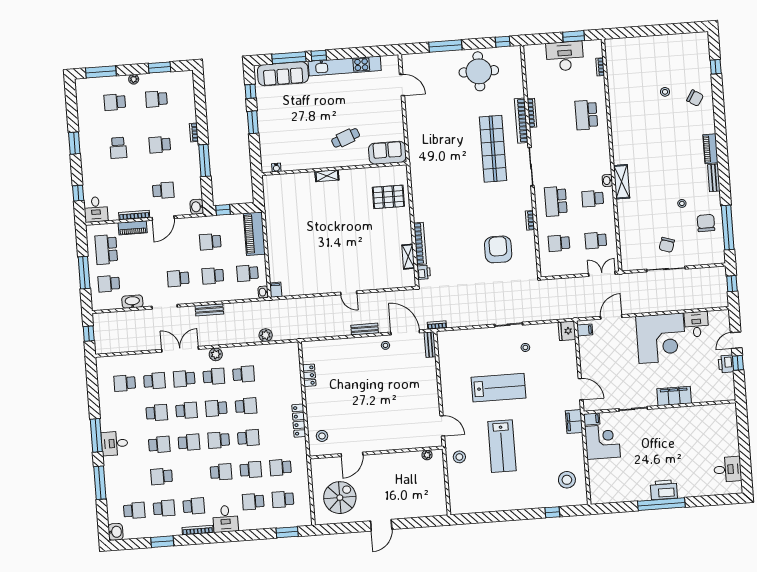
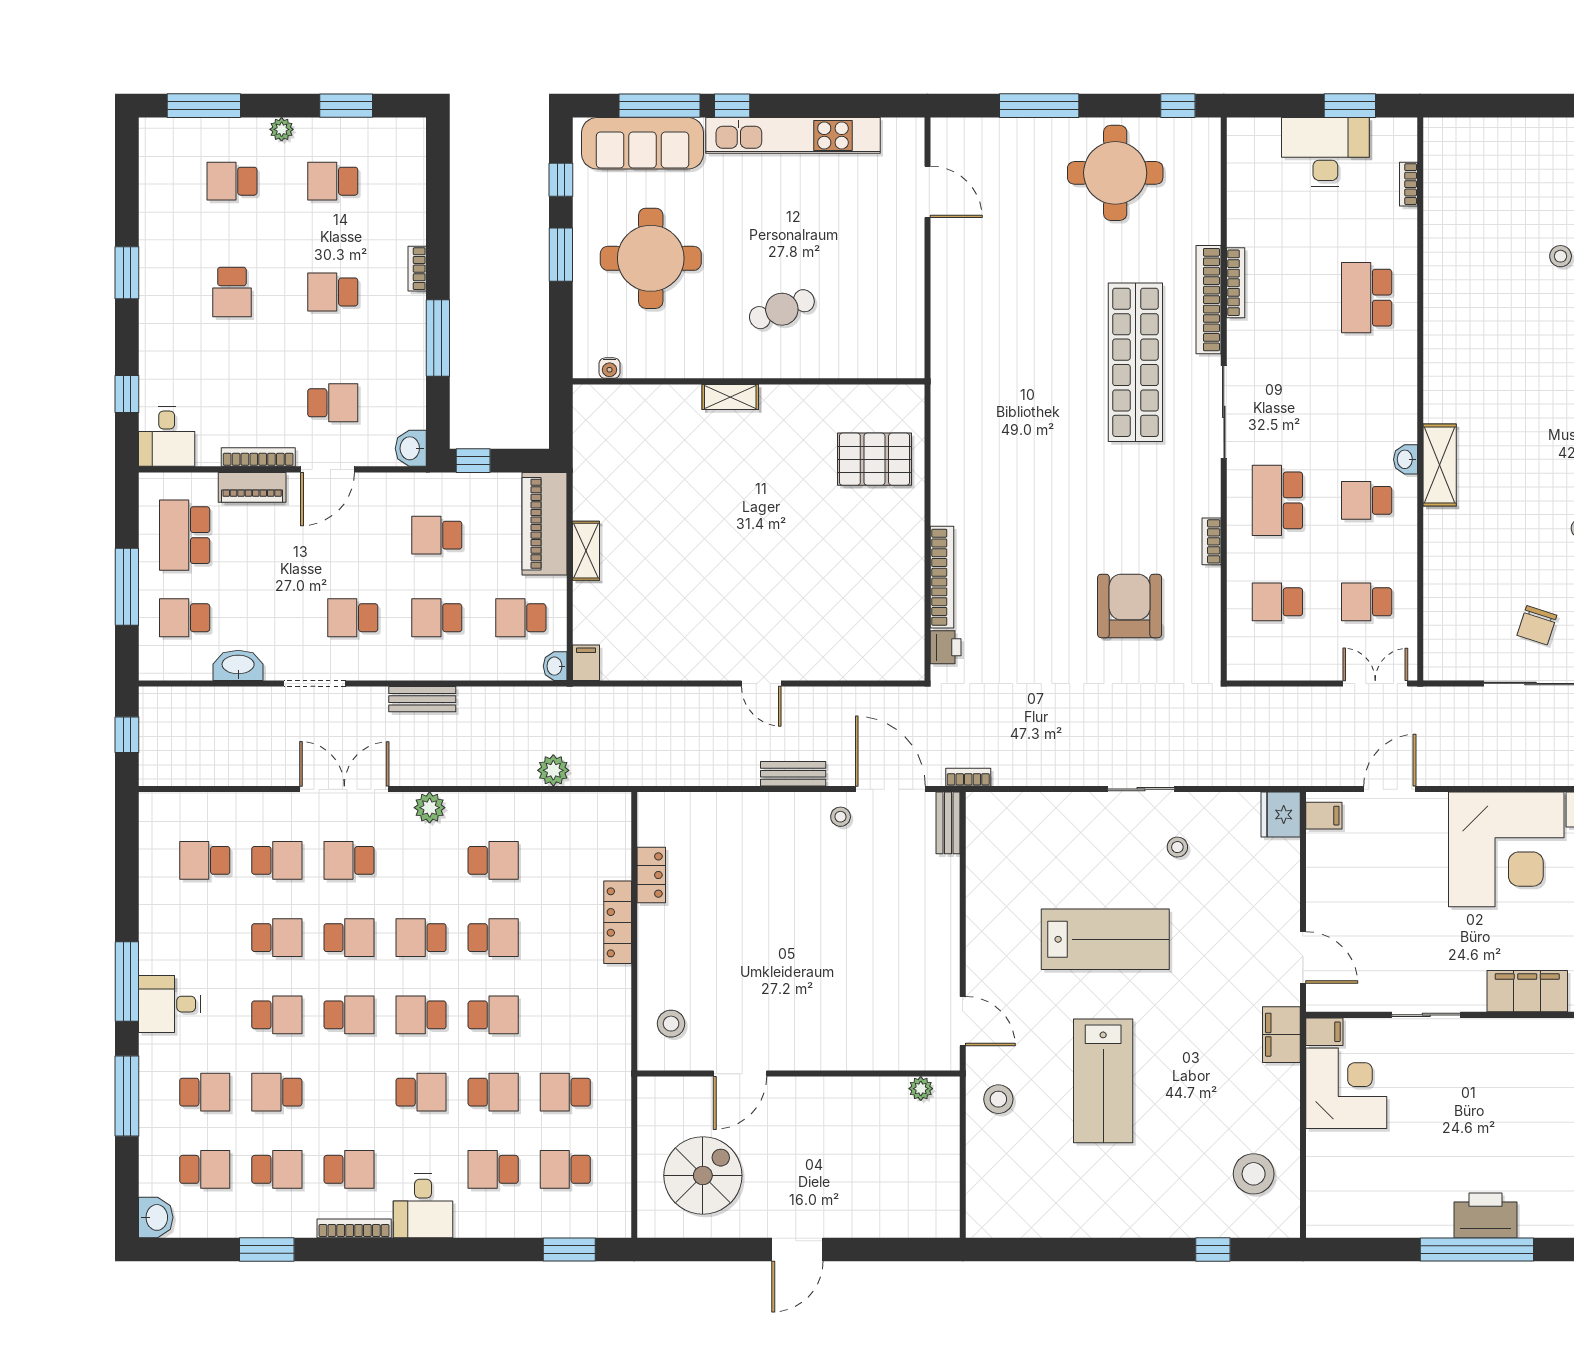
round table: (290, 121) -> (651, 258), added
sofa: (387, 153) -> (880, 353), removed
shelving: (408, 257) -> (586, 551), moved
school desk: (214, 376) -> (205, 1092), moved
locker: (299, 421) -> (618, 922), moved

